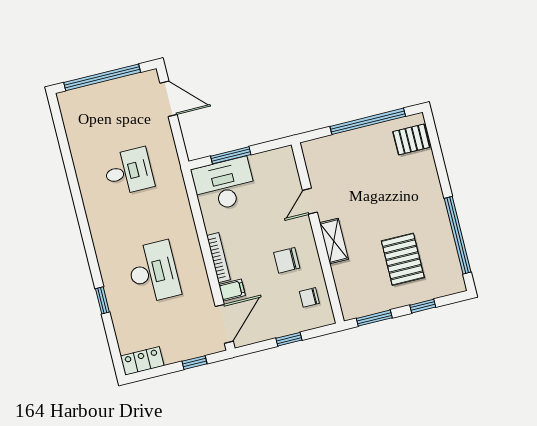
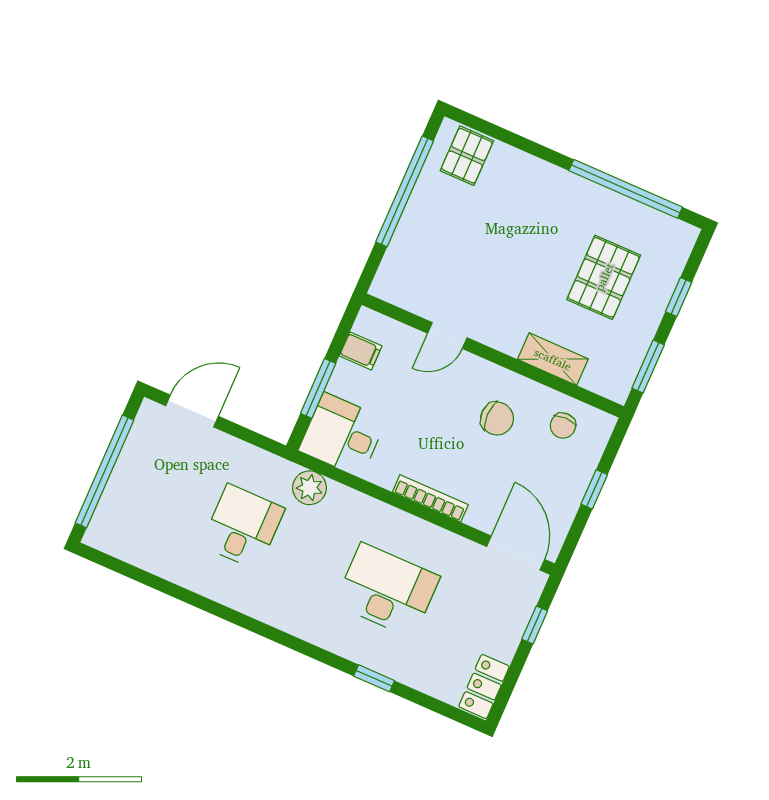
desk: (224, 185) -> (342, 435), width x0.73
plant: (176, 191) -> (309, 488), added
door: (310, 201) -> (447, 336), hinge flipped
shelving: (334, 241) -> (553, 359), moved
pallet: (403, 259) -> (604, 277), turned 90
chair: (287, 260) -> (497, 419), turned -90
filing cabinet: (232, 290) -> (361, 351), moved, turned 90

